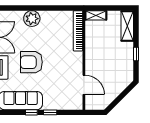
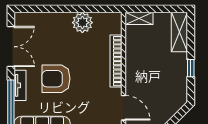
plant: (32, 19) -> (82, 23), moved
bookcase: (78, 31) -> (116, 61), moved

